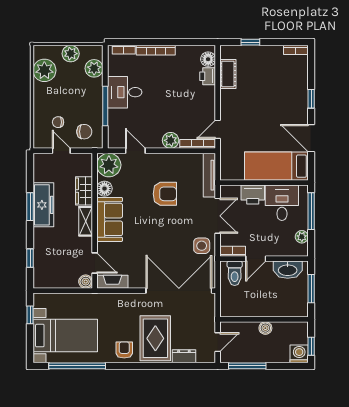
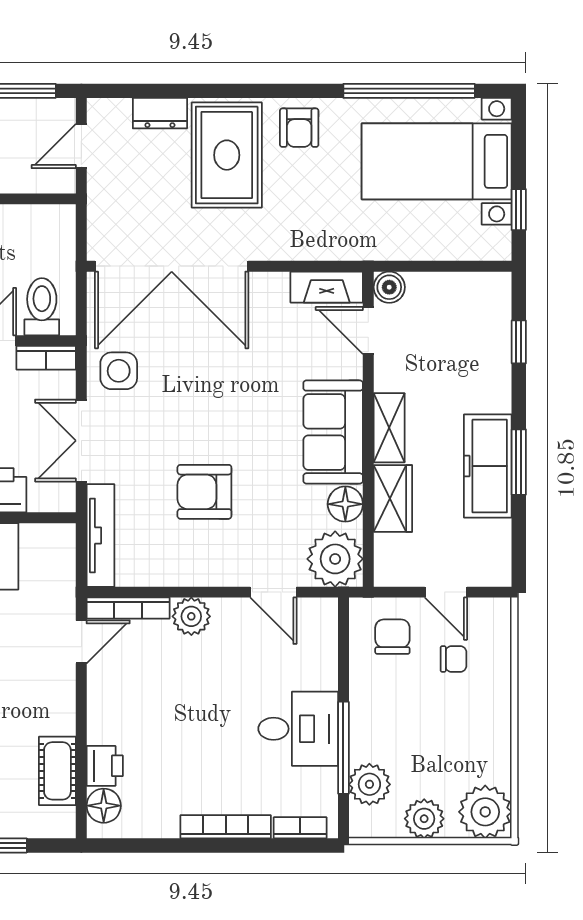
plant: (44, 70) -> (485, 812), moved
window: (105, 106) -> (343, 748), moved
chair: (84, 132) -> (392, 637), turned 90

